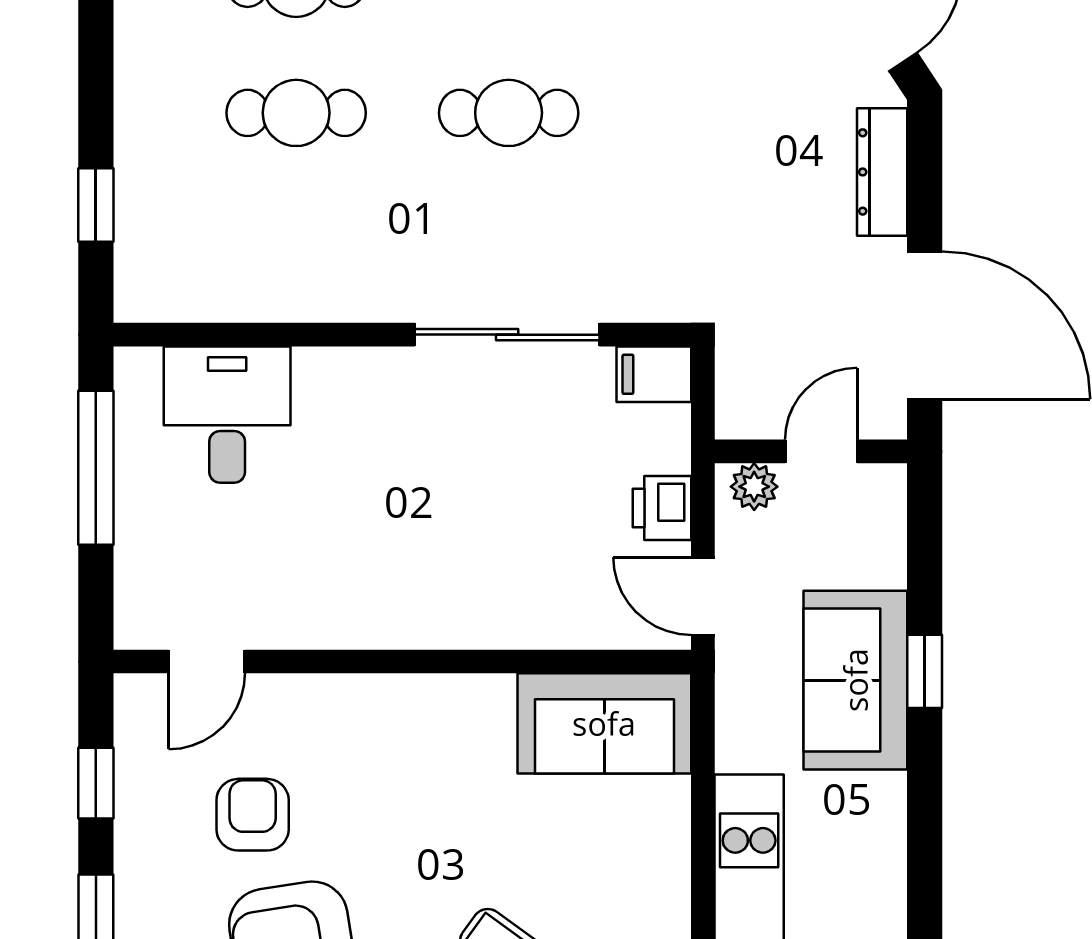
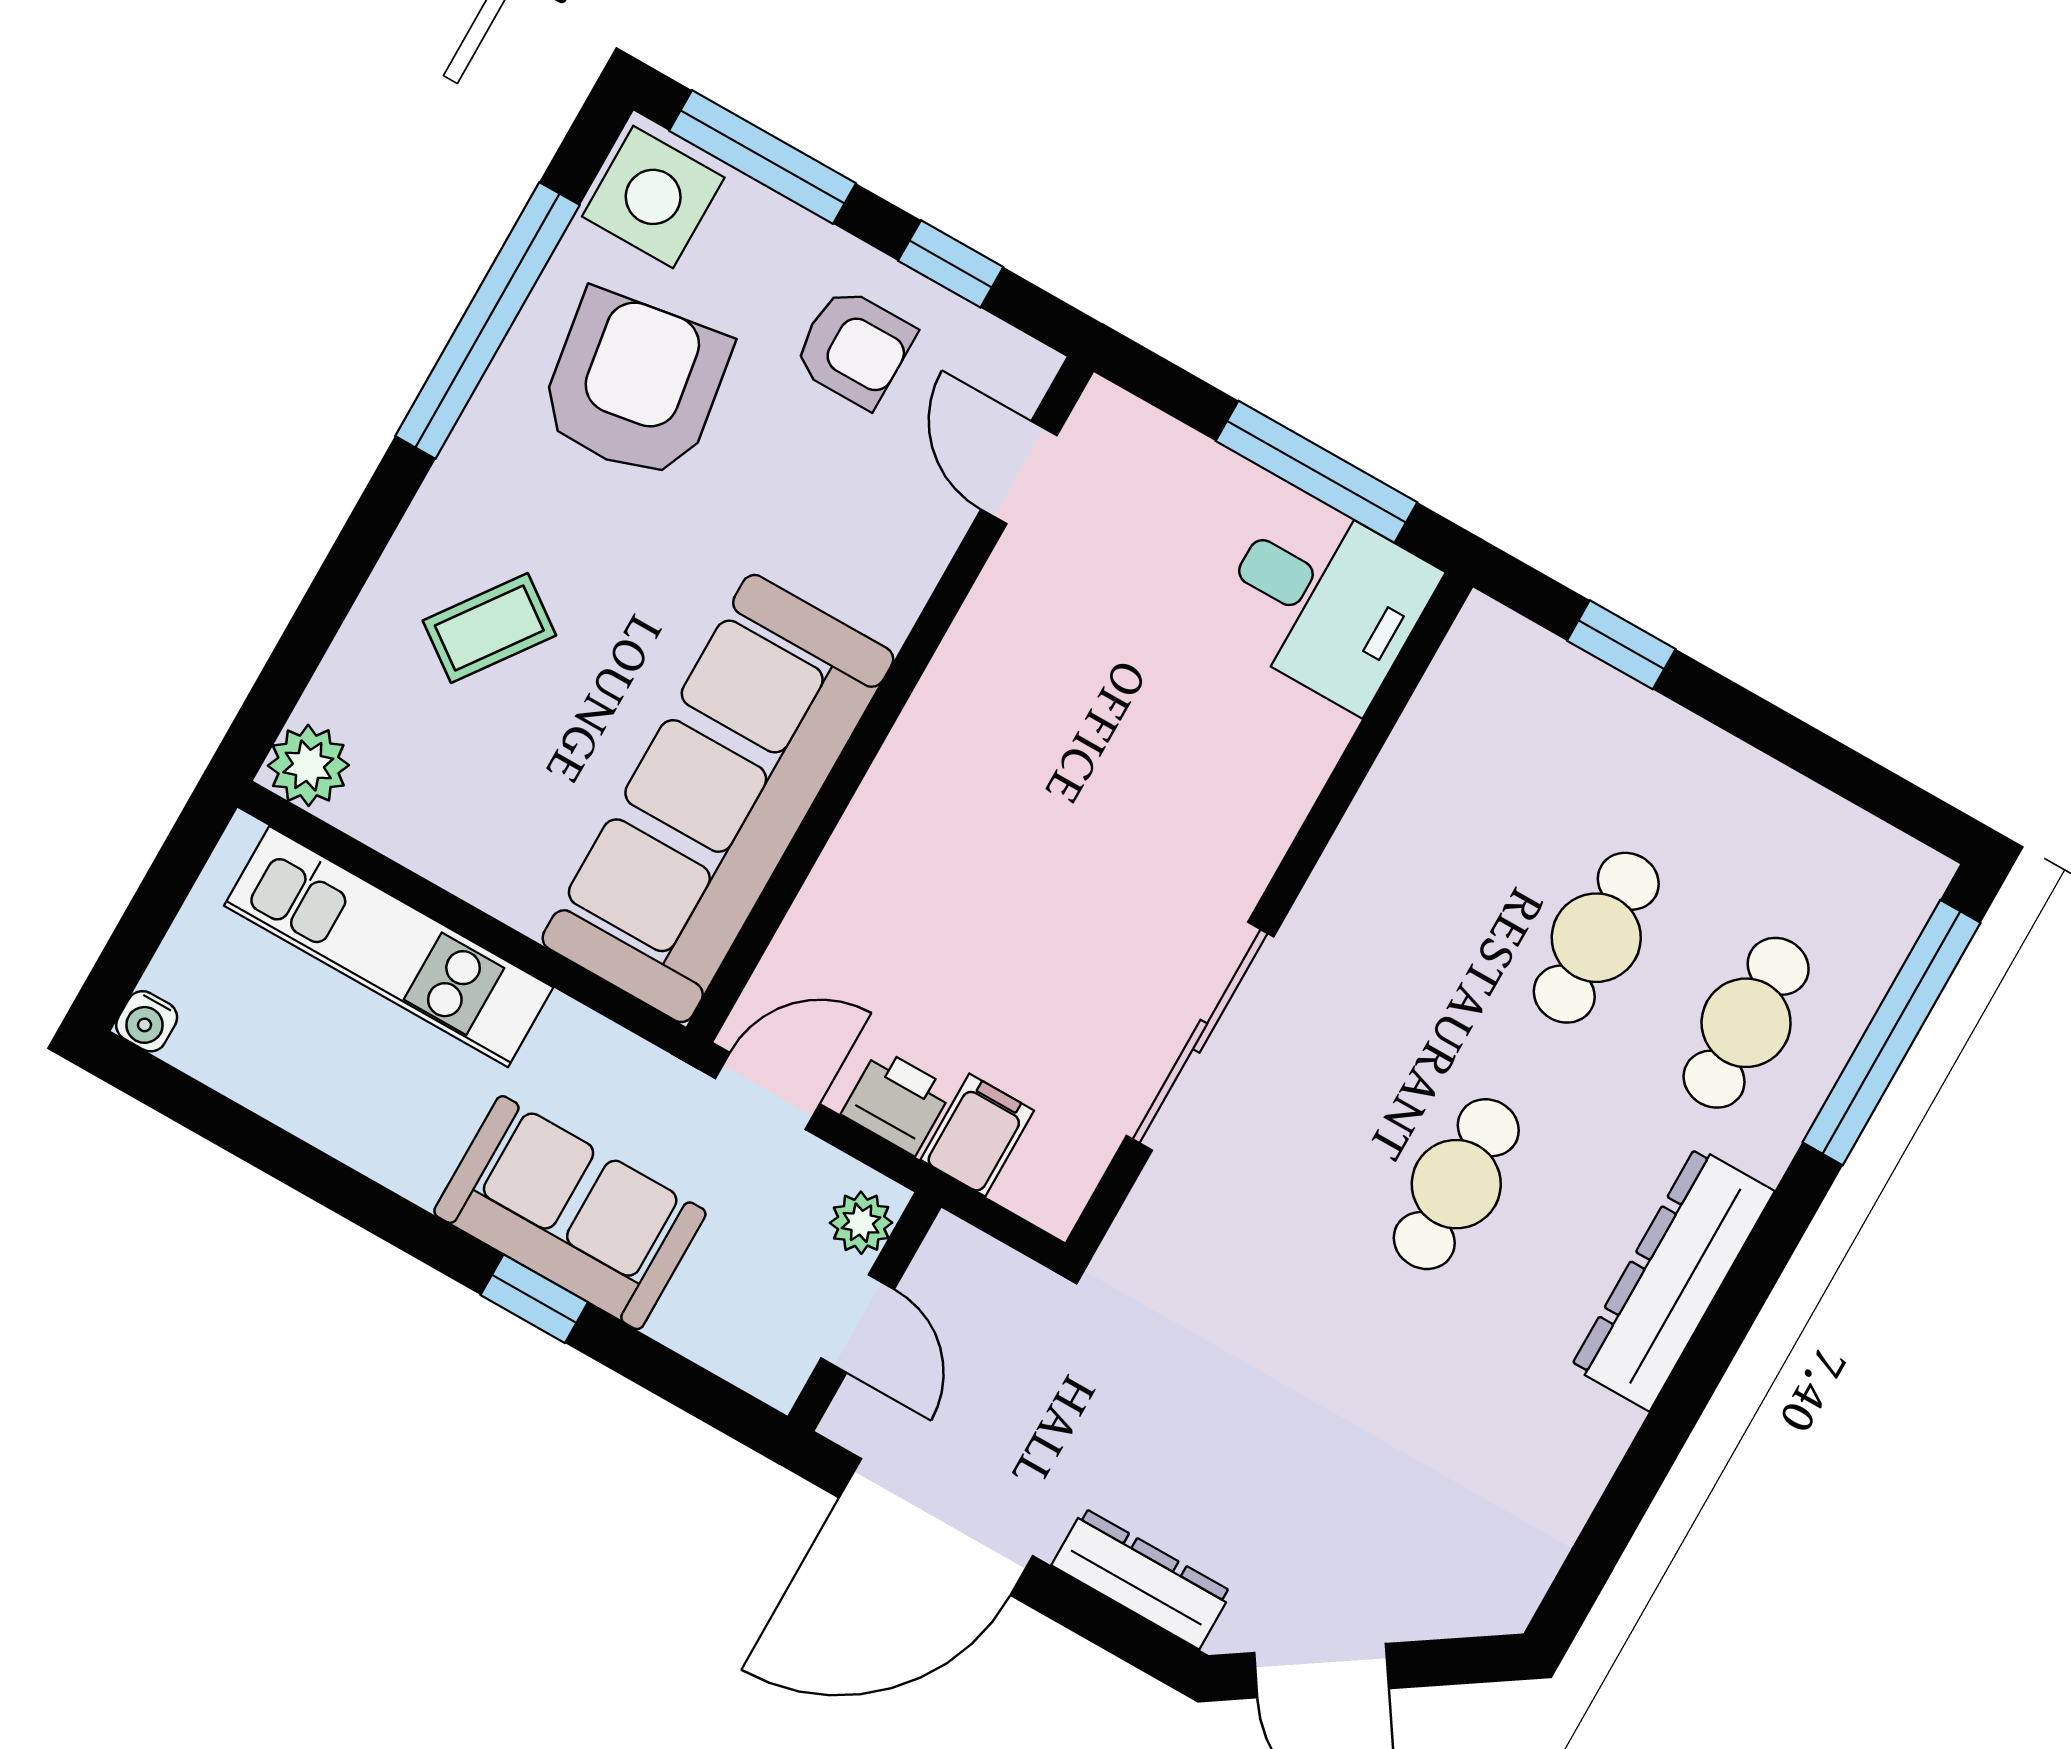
filing cabinet: (654, 374) -> (977, 1135), moved
desk: (227, 415) -> (1325, 600), moved
sofa: (604, 723) -> (718, 799), width x1.85, depth x1.27
armchair: (253, 815) -> (854, 348), moved

